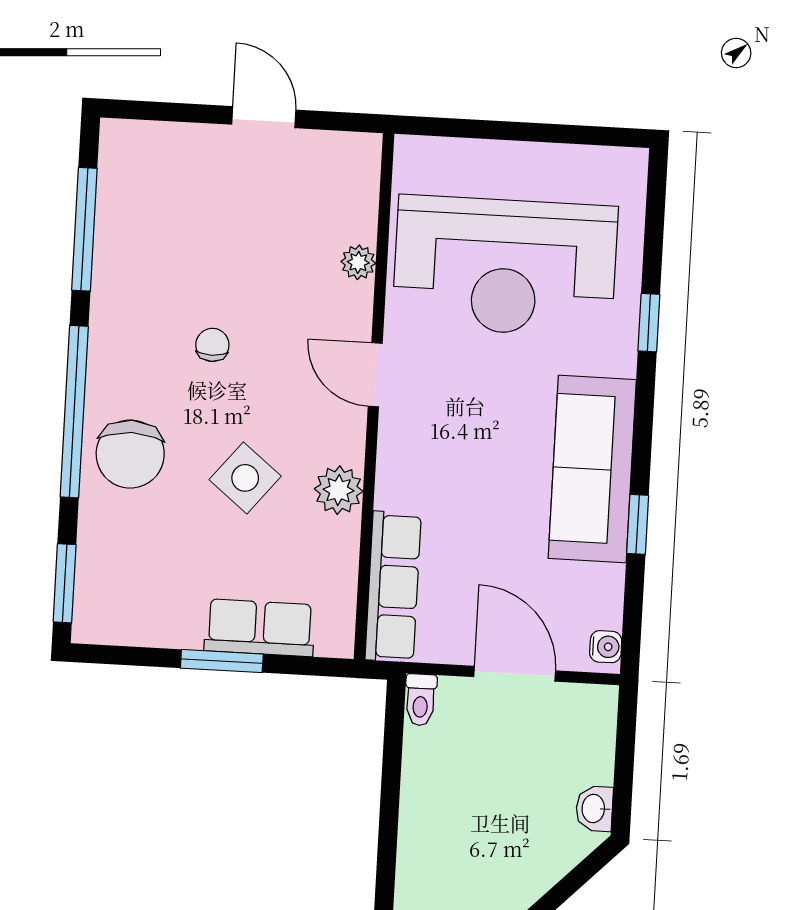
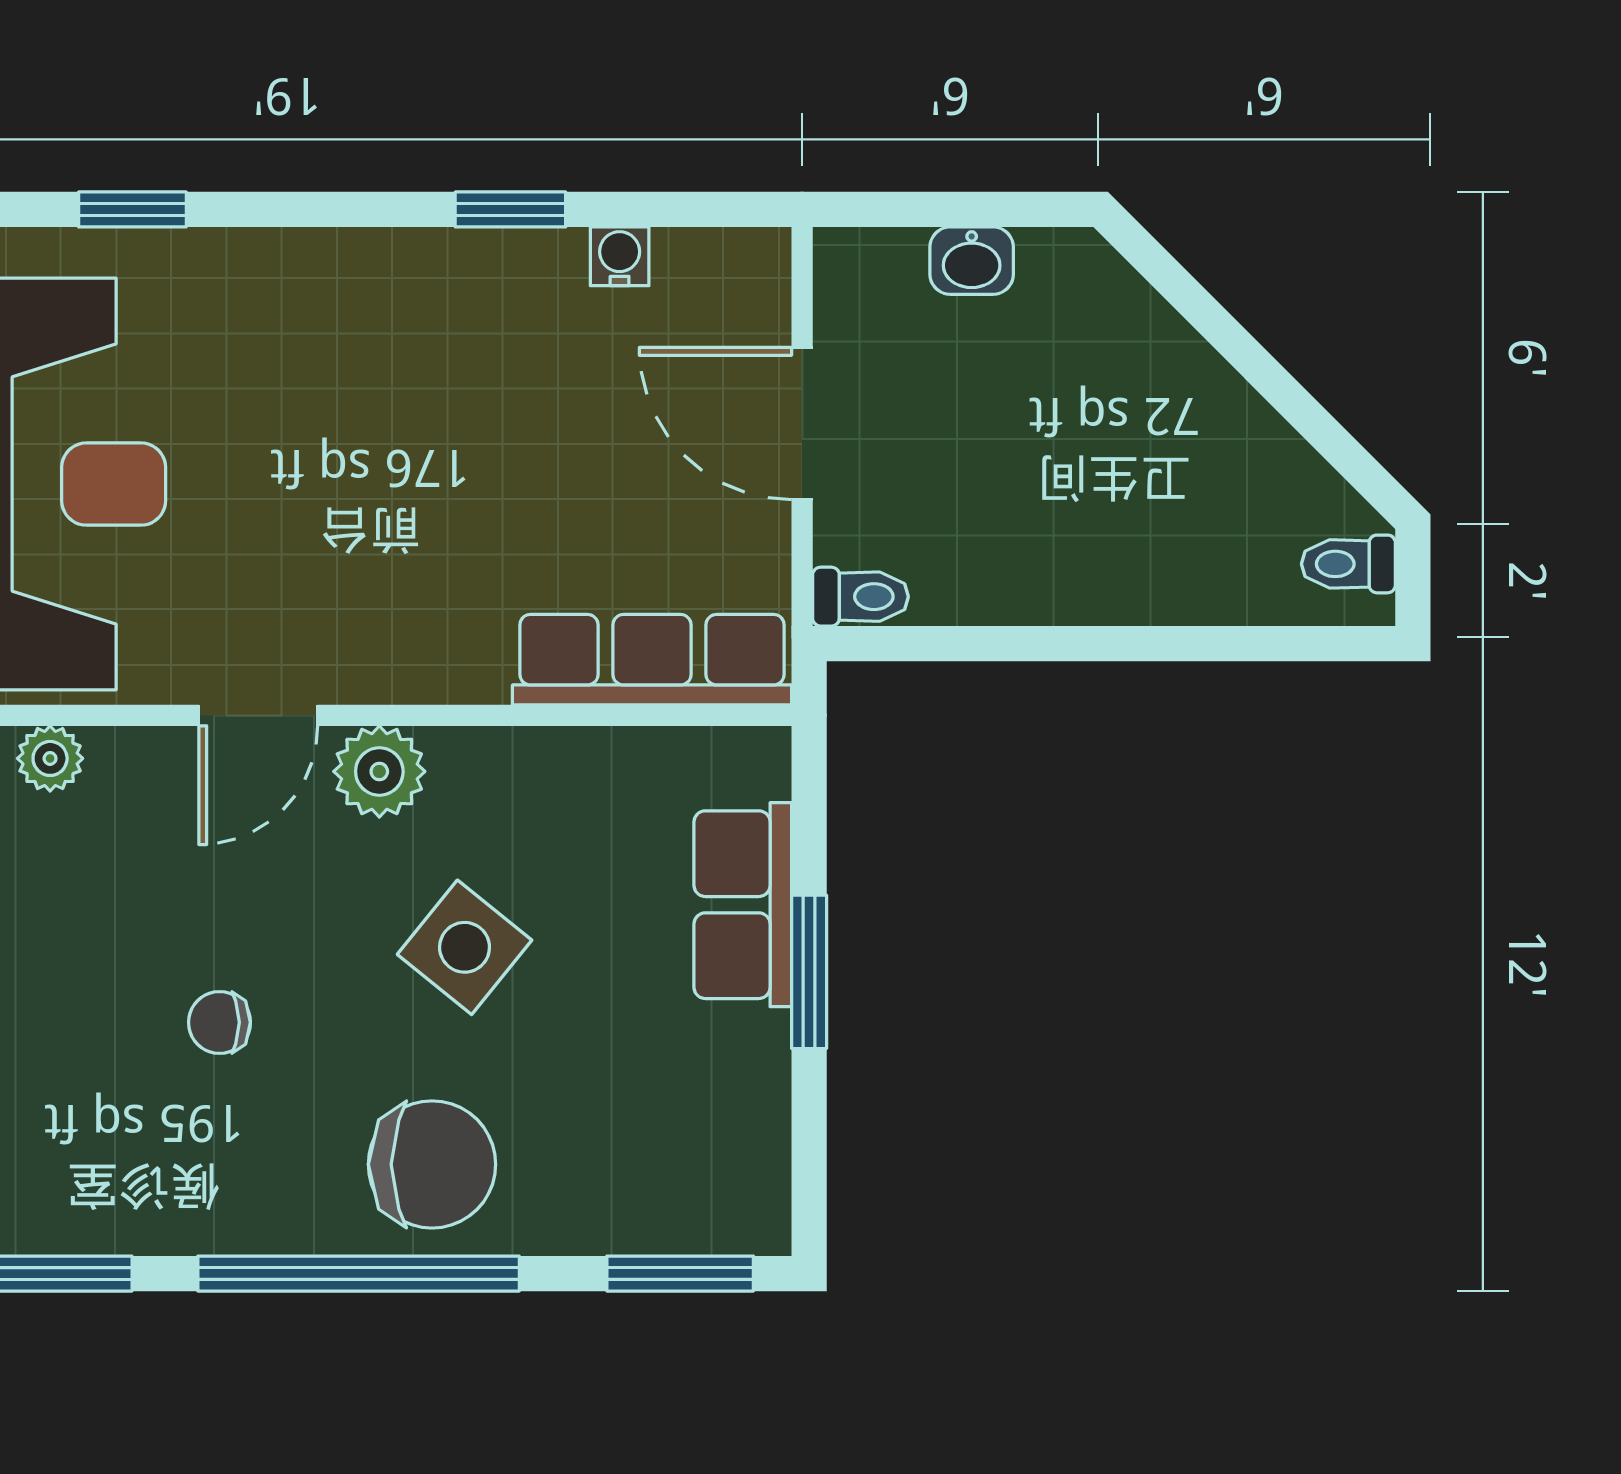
sofa: (592, 469) -> (412, 300), removed
plant: (339, 490) -> (379, 771), moved
water cooler: (606, 647) -> (620, 256), moved
door: (515, 674) -> (802, 423), hinge flipped
washbasin: (594, 809) -> (972, 261), moved

